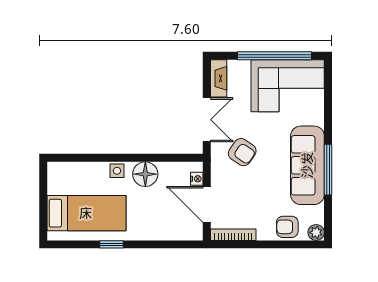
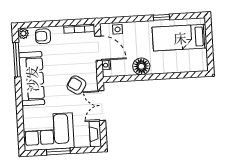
window: (274, 56) -> (58, 152), width x0.47
window: (328, 170) -> (17, 60), moved
side table: (117, 171) -> (118, 29), moved
armchair: (287, 227) -> (43, 36), turned 180

